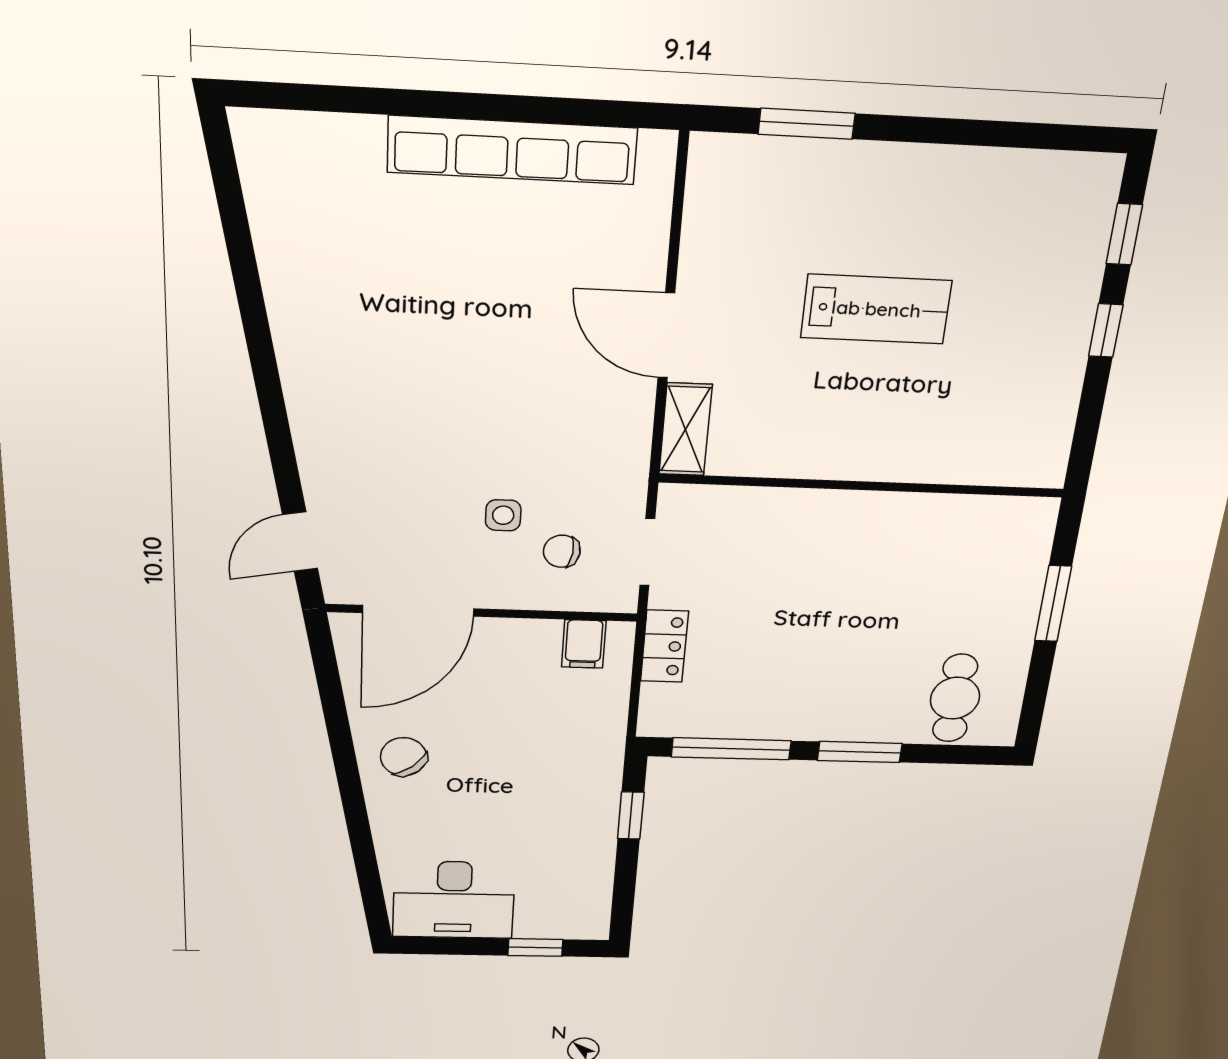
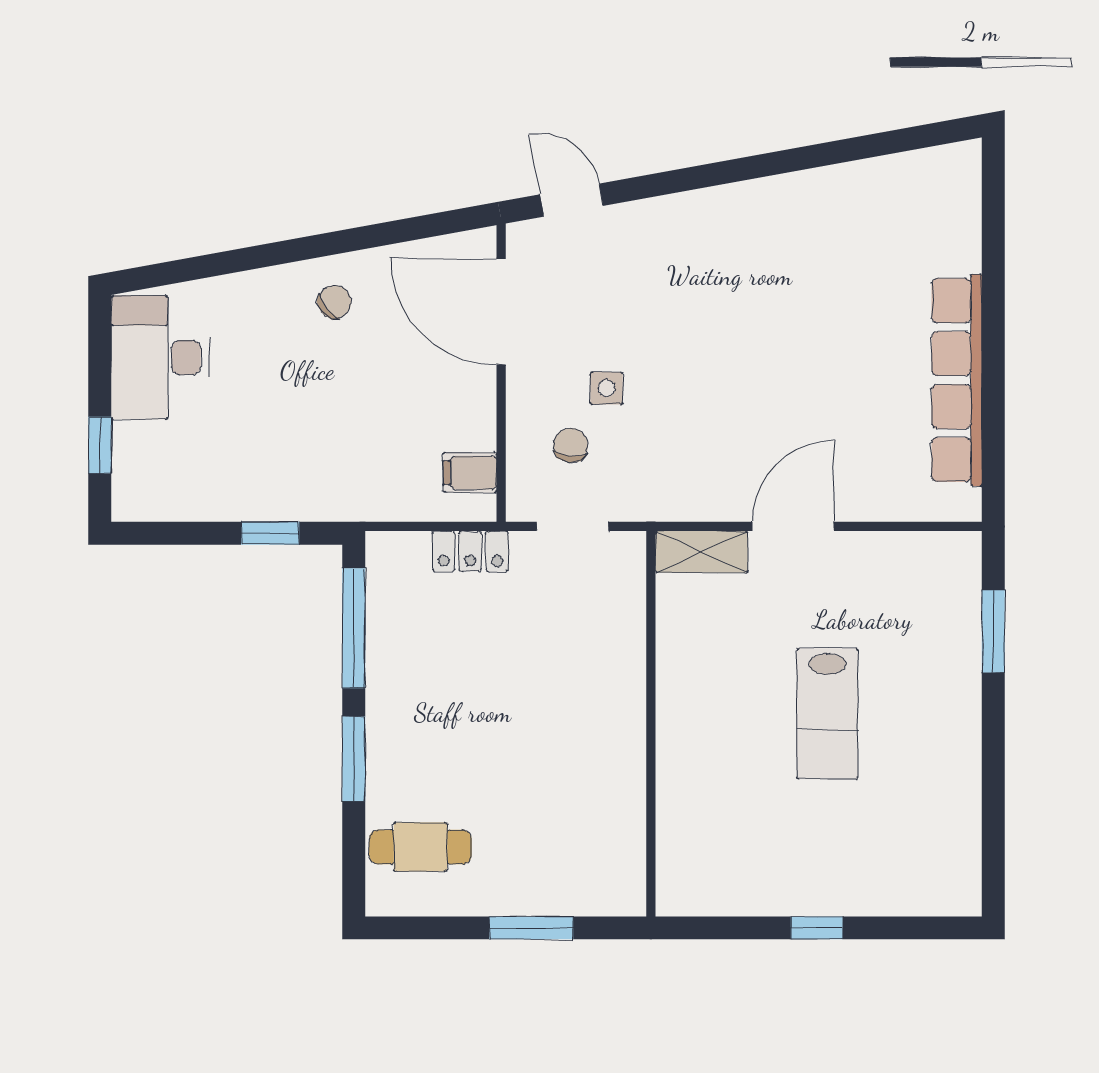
window: (1124, 234) -> (909, 928), removed
chair: (404, 757) -> (335, 302), width x0.73, depth x0.73

